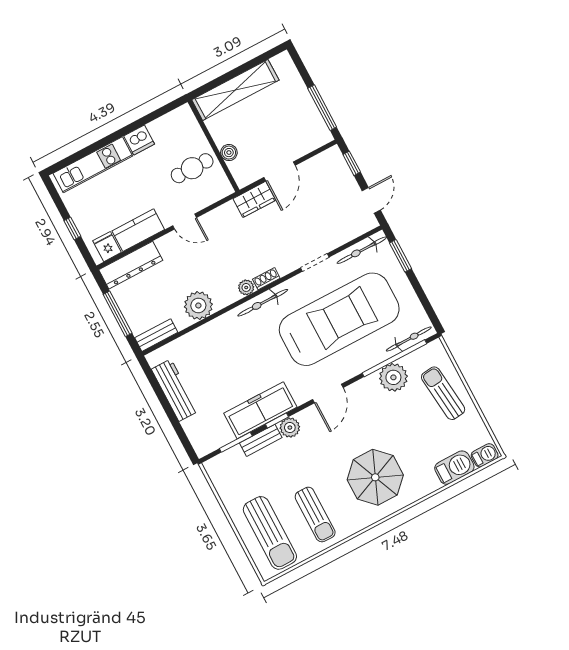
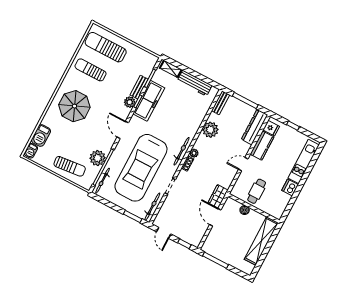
shelving: (196, 435) -> (171, 69), added

